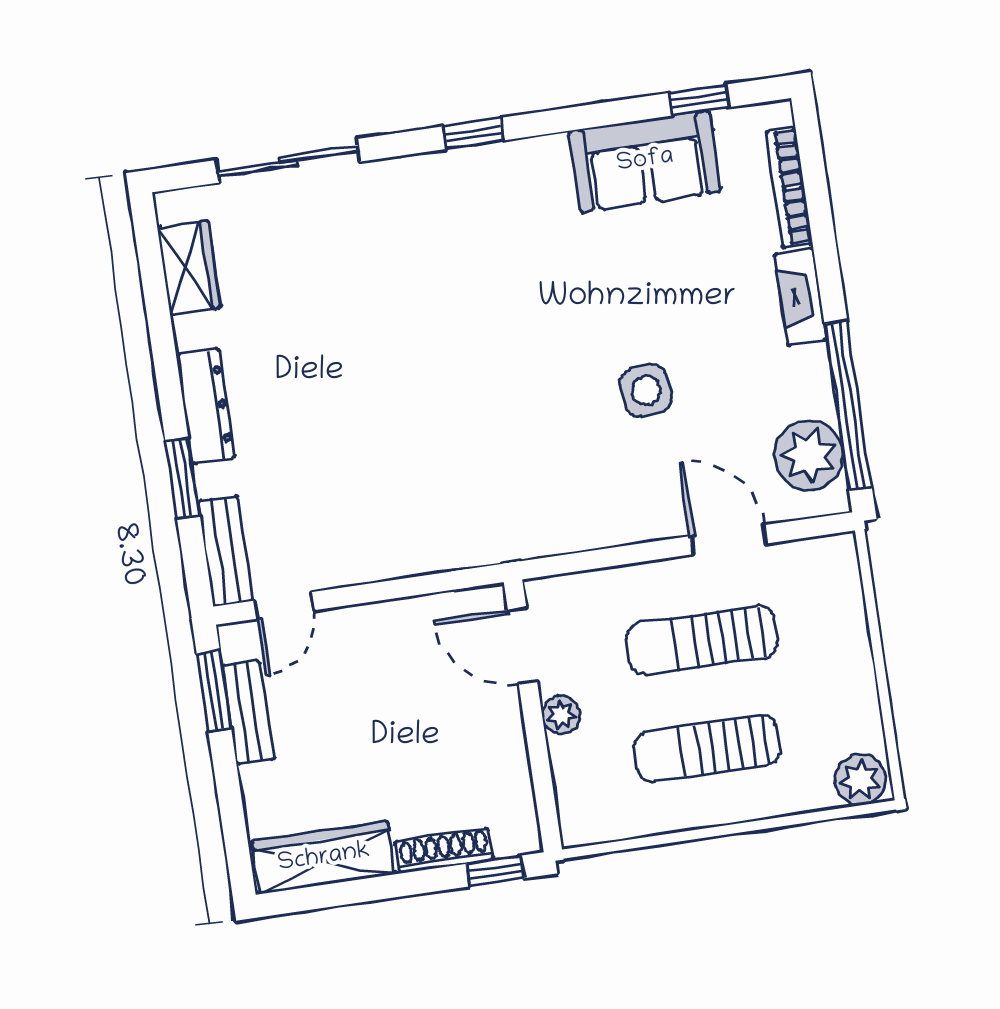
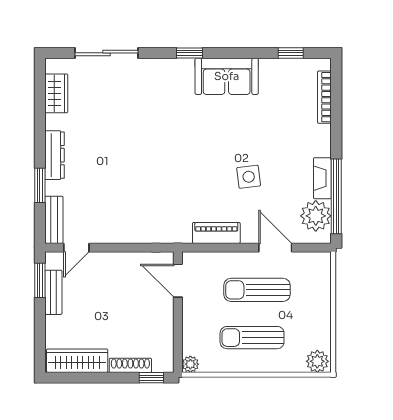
sofa: (645, 161) -> (227, 76), moved
fireplace: (801, 297) -> (322, 178), moved
piano: (592, 526) -> (216, 233), added
plant: (561, 715) -> (190, 364), moved

